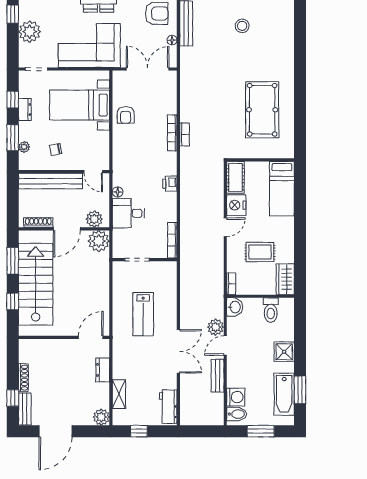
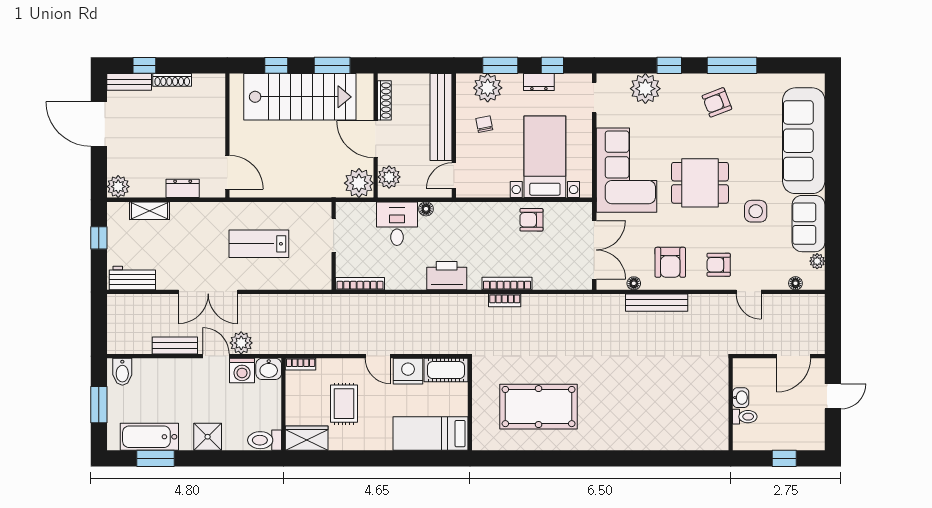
stool: (242, 26) -> (653, 379), removed
plant: (24, 147) -> (488, 88), width x1.87, depth x1.87
printer: (170, 184) -> (447, 276), width x1.87, depth x1.48
toilet: (271, 310) -> (265, 440), moved
washing machine: (236, 397) -> (242, 370), moved

